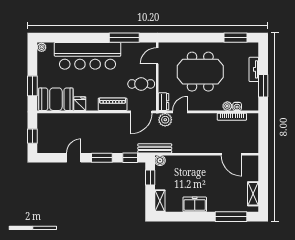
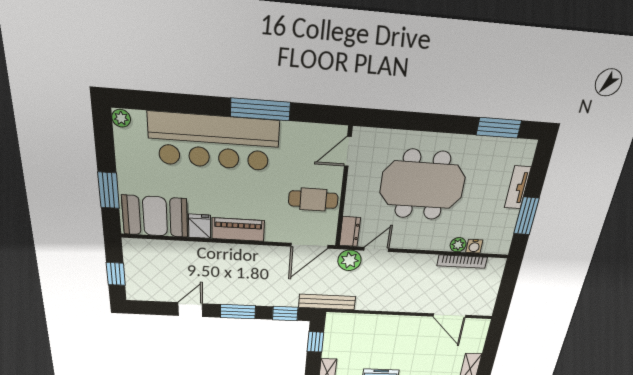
window: (124, 38) -> (260, 109), moved
piano: (113, 104) -> (238, 230), moved
boiler: (160, 160) -> (334, 319), removed

